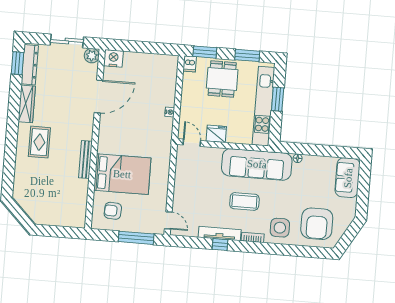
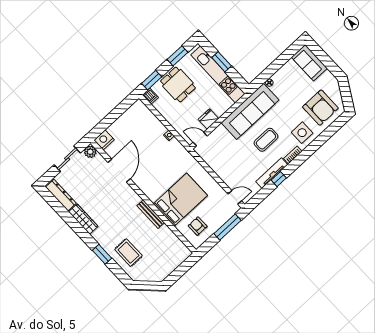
window: (17, 63) -> (102, 254), moved
rug: (39, 142) -> (128, 253), moved
armchair: (113, 211) -> (198, 226), turned 87

